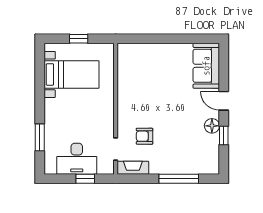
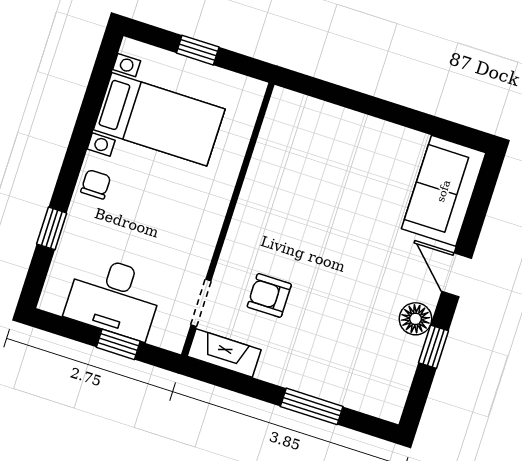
chair: (53, 112) -> (96, 184), added
window: (40, 137) -> (52, 228), width x0.67
window: (179, 179) -> (312, 406), width x0.69

